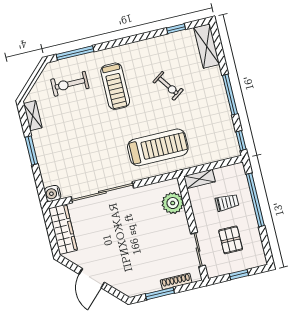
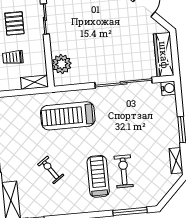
exercise bike: (70, 84) -> (124, 171), moved, turned -90

